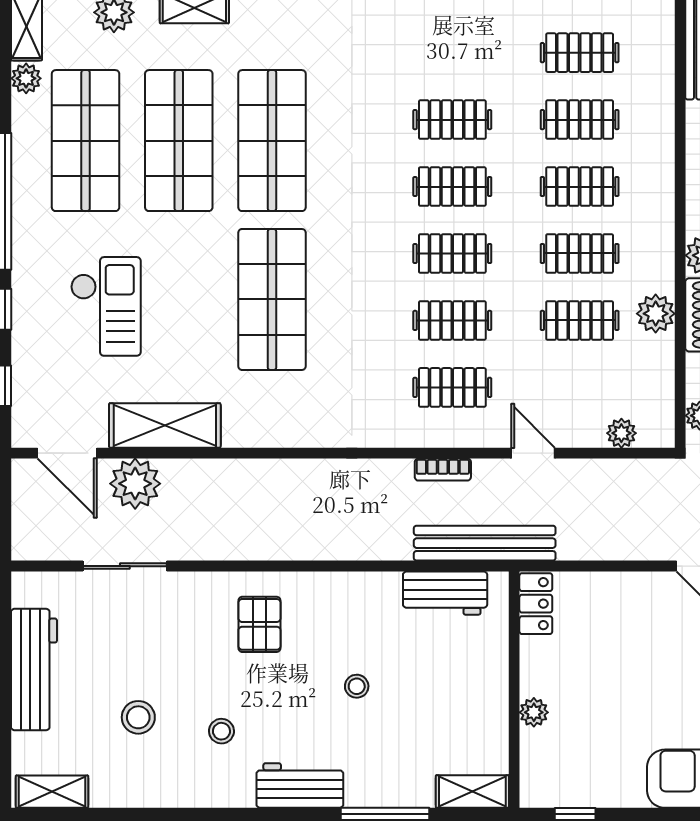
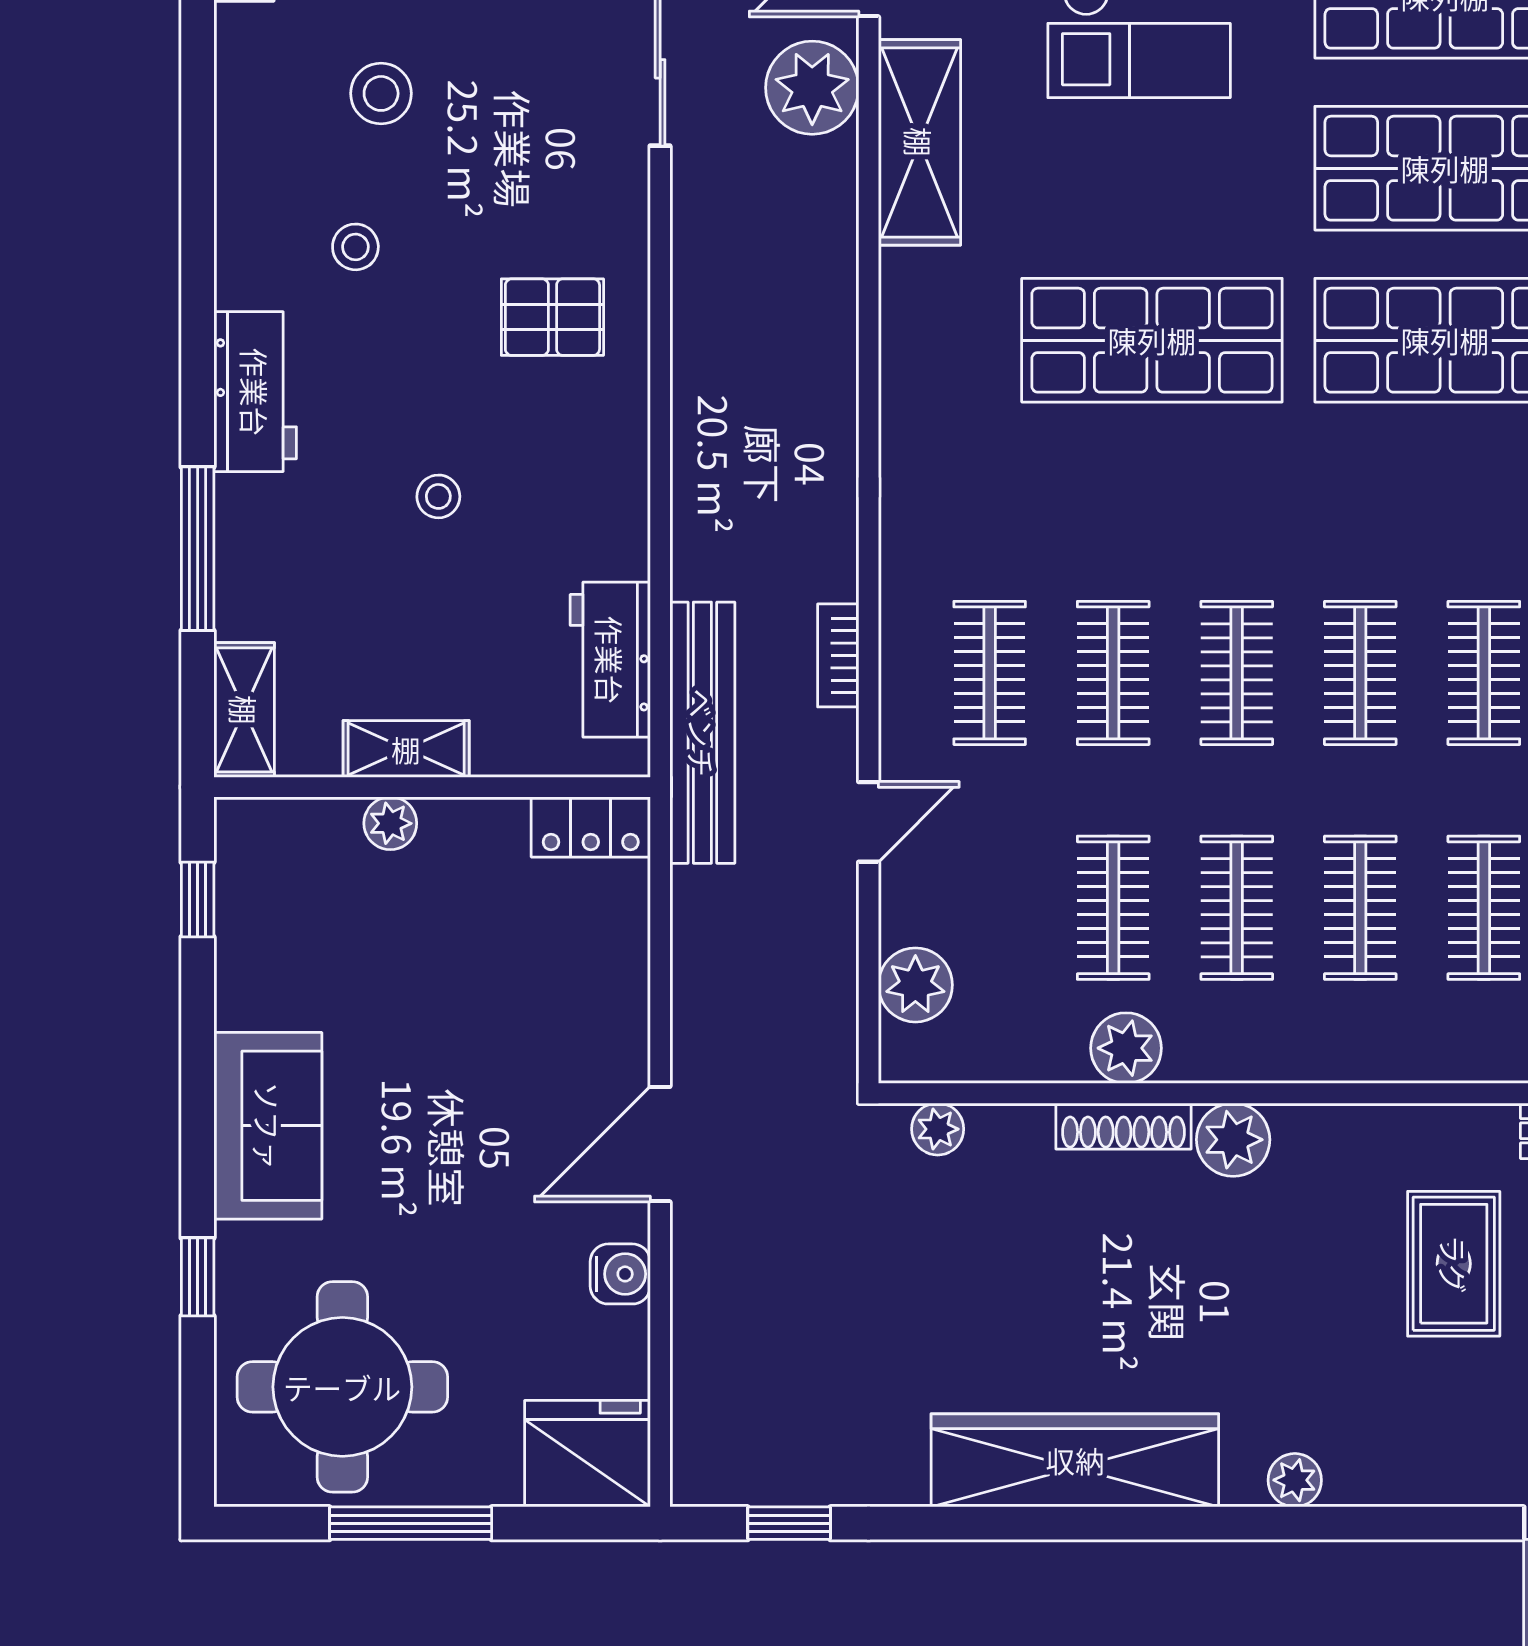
plant: (621, 433) -> (915, 985), width x1.38, depth x1.38
shelving: (494, 704) -> (406, 749), added

